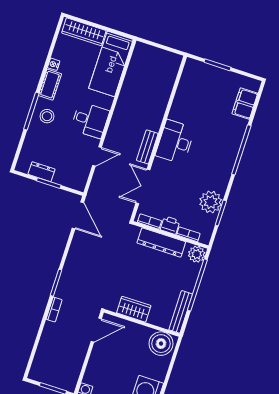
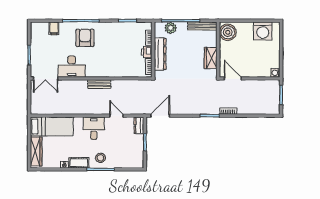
filing cabinet: (245, 104) -> (54, 28), width x0.50
desk: (175, 142) -> (72, 67), moved
armchair: (216, 148) -> (85, 38), added
dresser: (42, 172) -> (139, 125), moved
double door: (143, 186) -> (46, 79), moved
plant: (211, 202) -> (122, 30), removed
plant: (197, 254) -> (171, 28), moved

